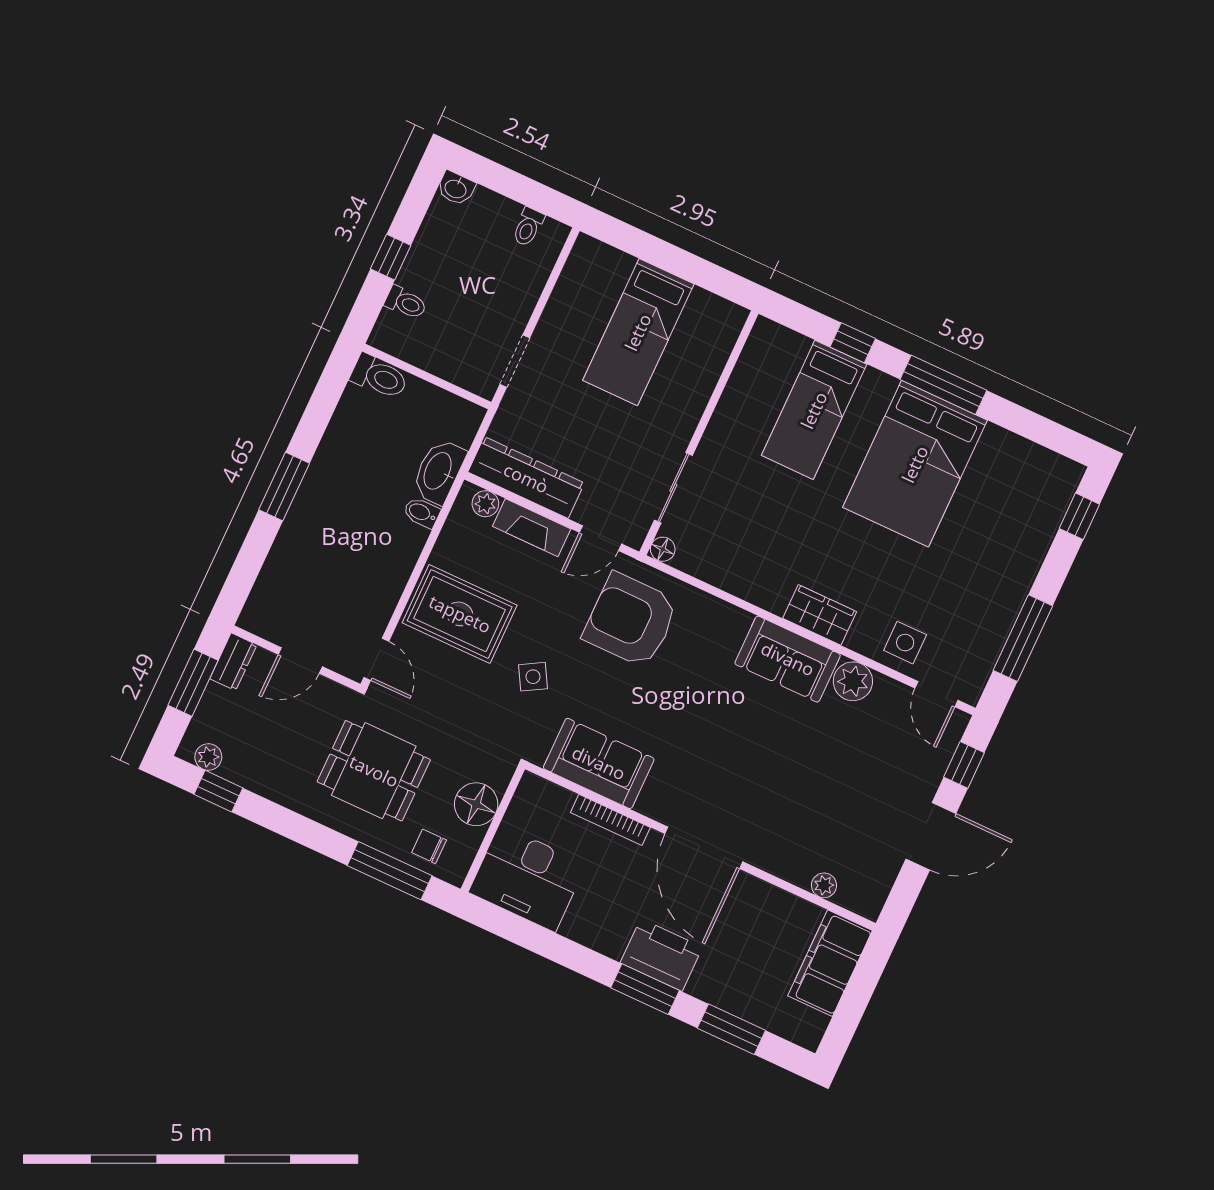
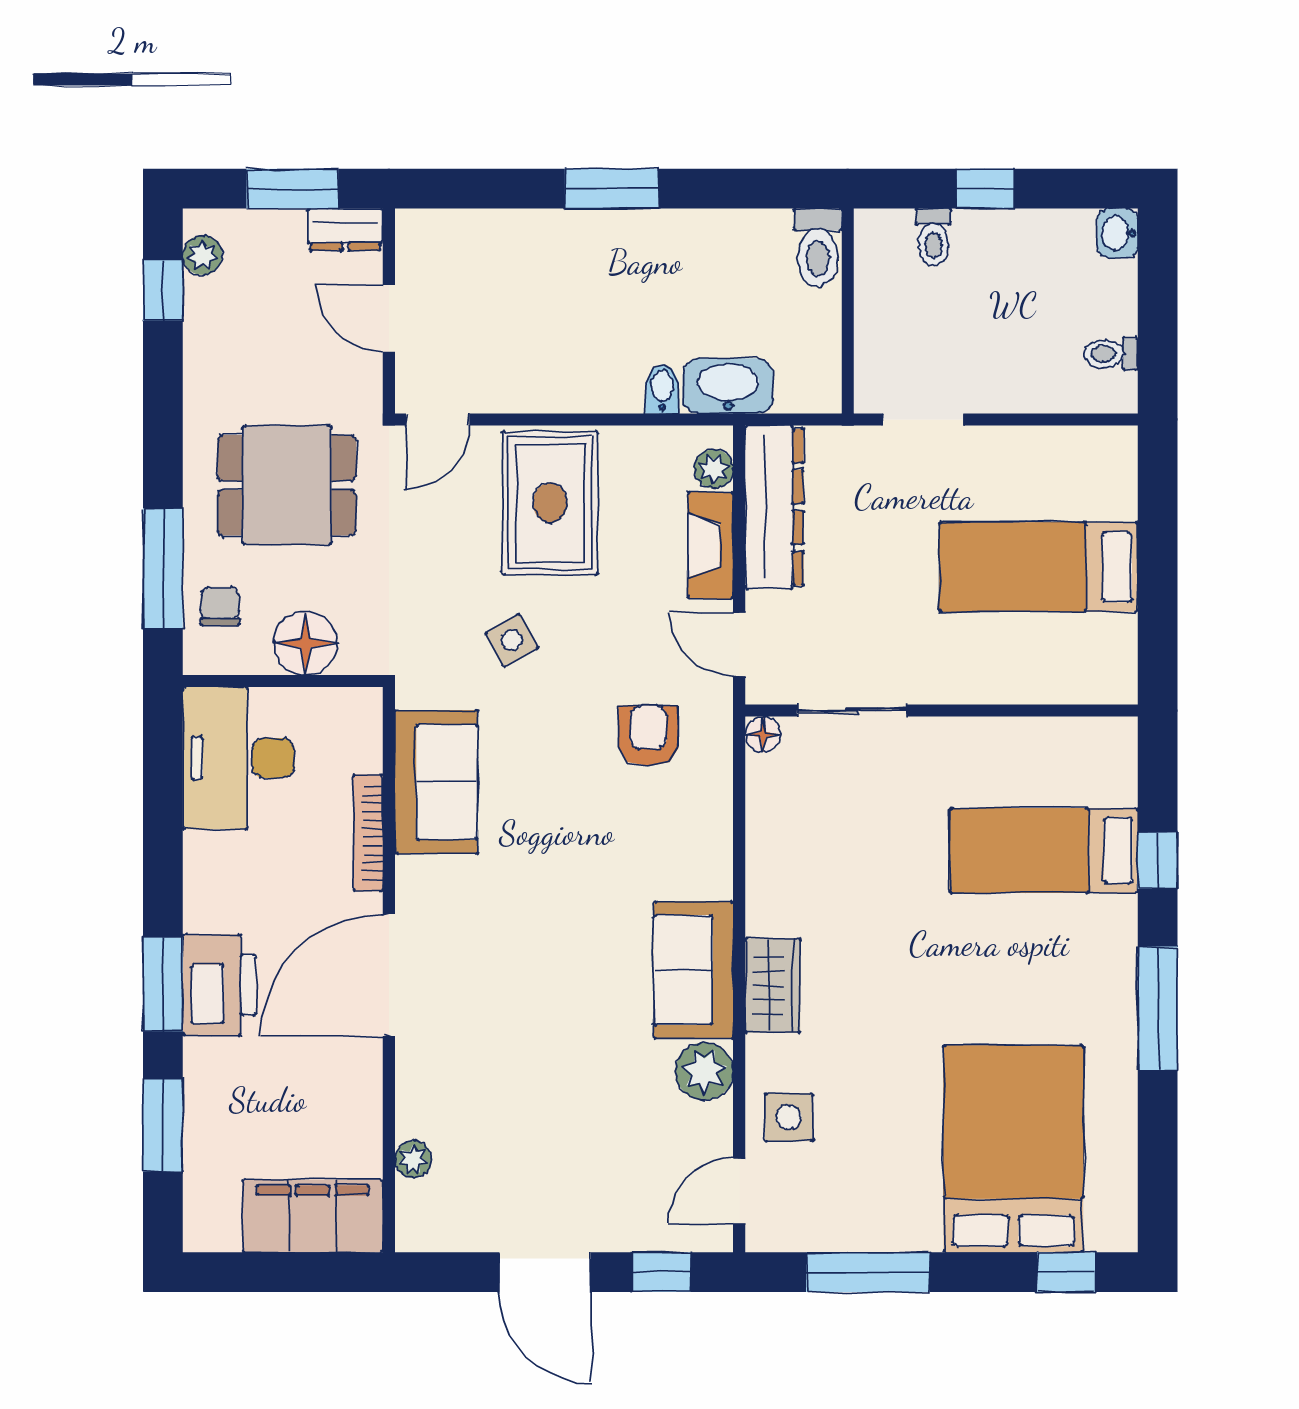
bed: (915, 464) -> (1013, 1149), moved, turned 90
armchair: (631, 620) -> (648, 736), width x0.53, depth x0.53
dining table: (374, 771) -> (287, 485), turned 90

